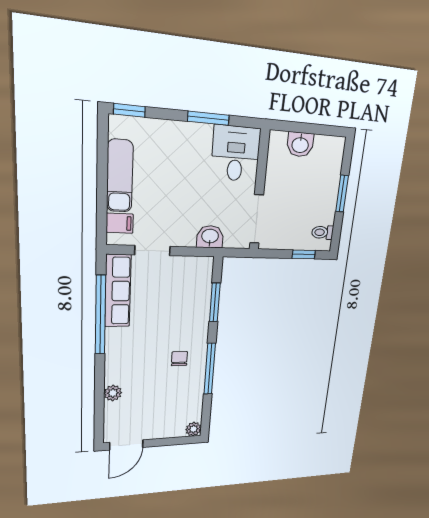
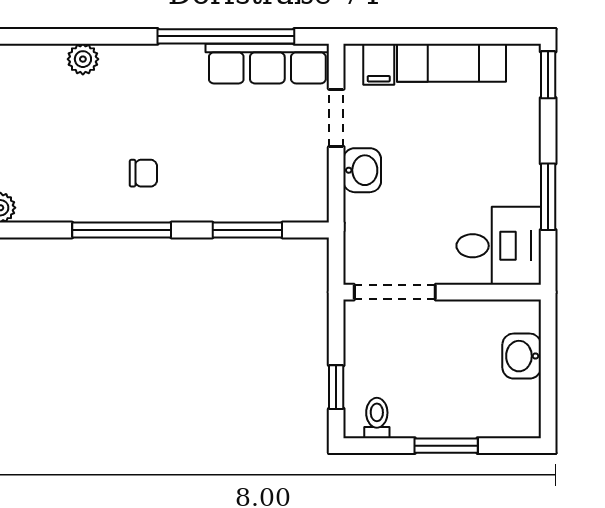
washbasin: (210, 237) -> (362, 170), moved

